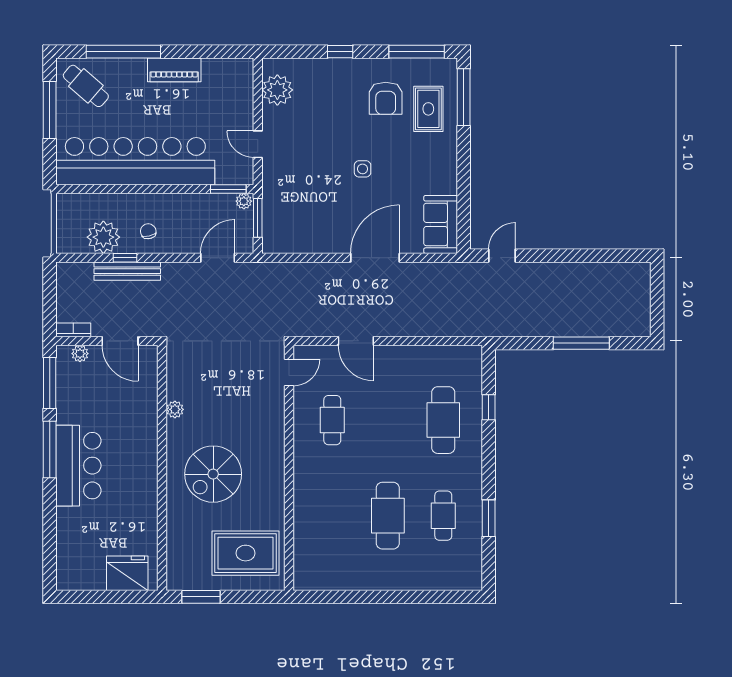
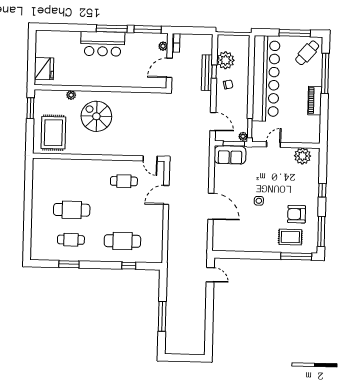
sofa: (441, 224) -> (230, 155), moved, turned 180
plant: (175, 409) -> (71, 95), moved

